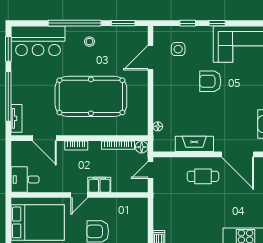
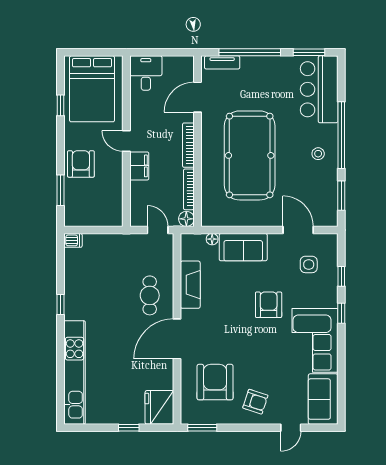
sofa: (164, 102) -> (243, 247), added
bookcase: (76, 145) -> (188, 145), width x1.56

